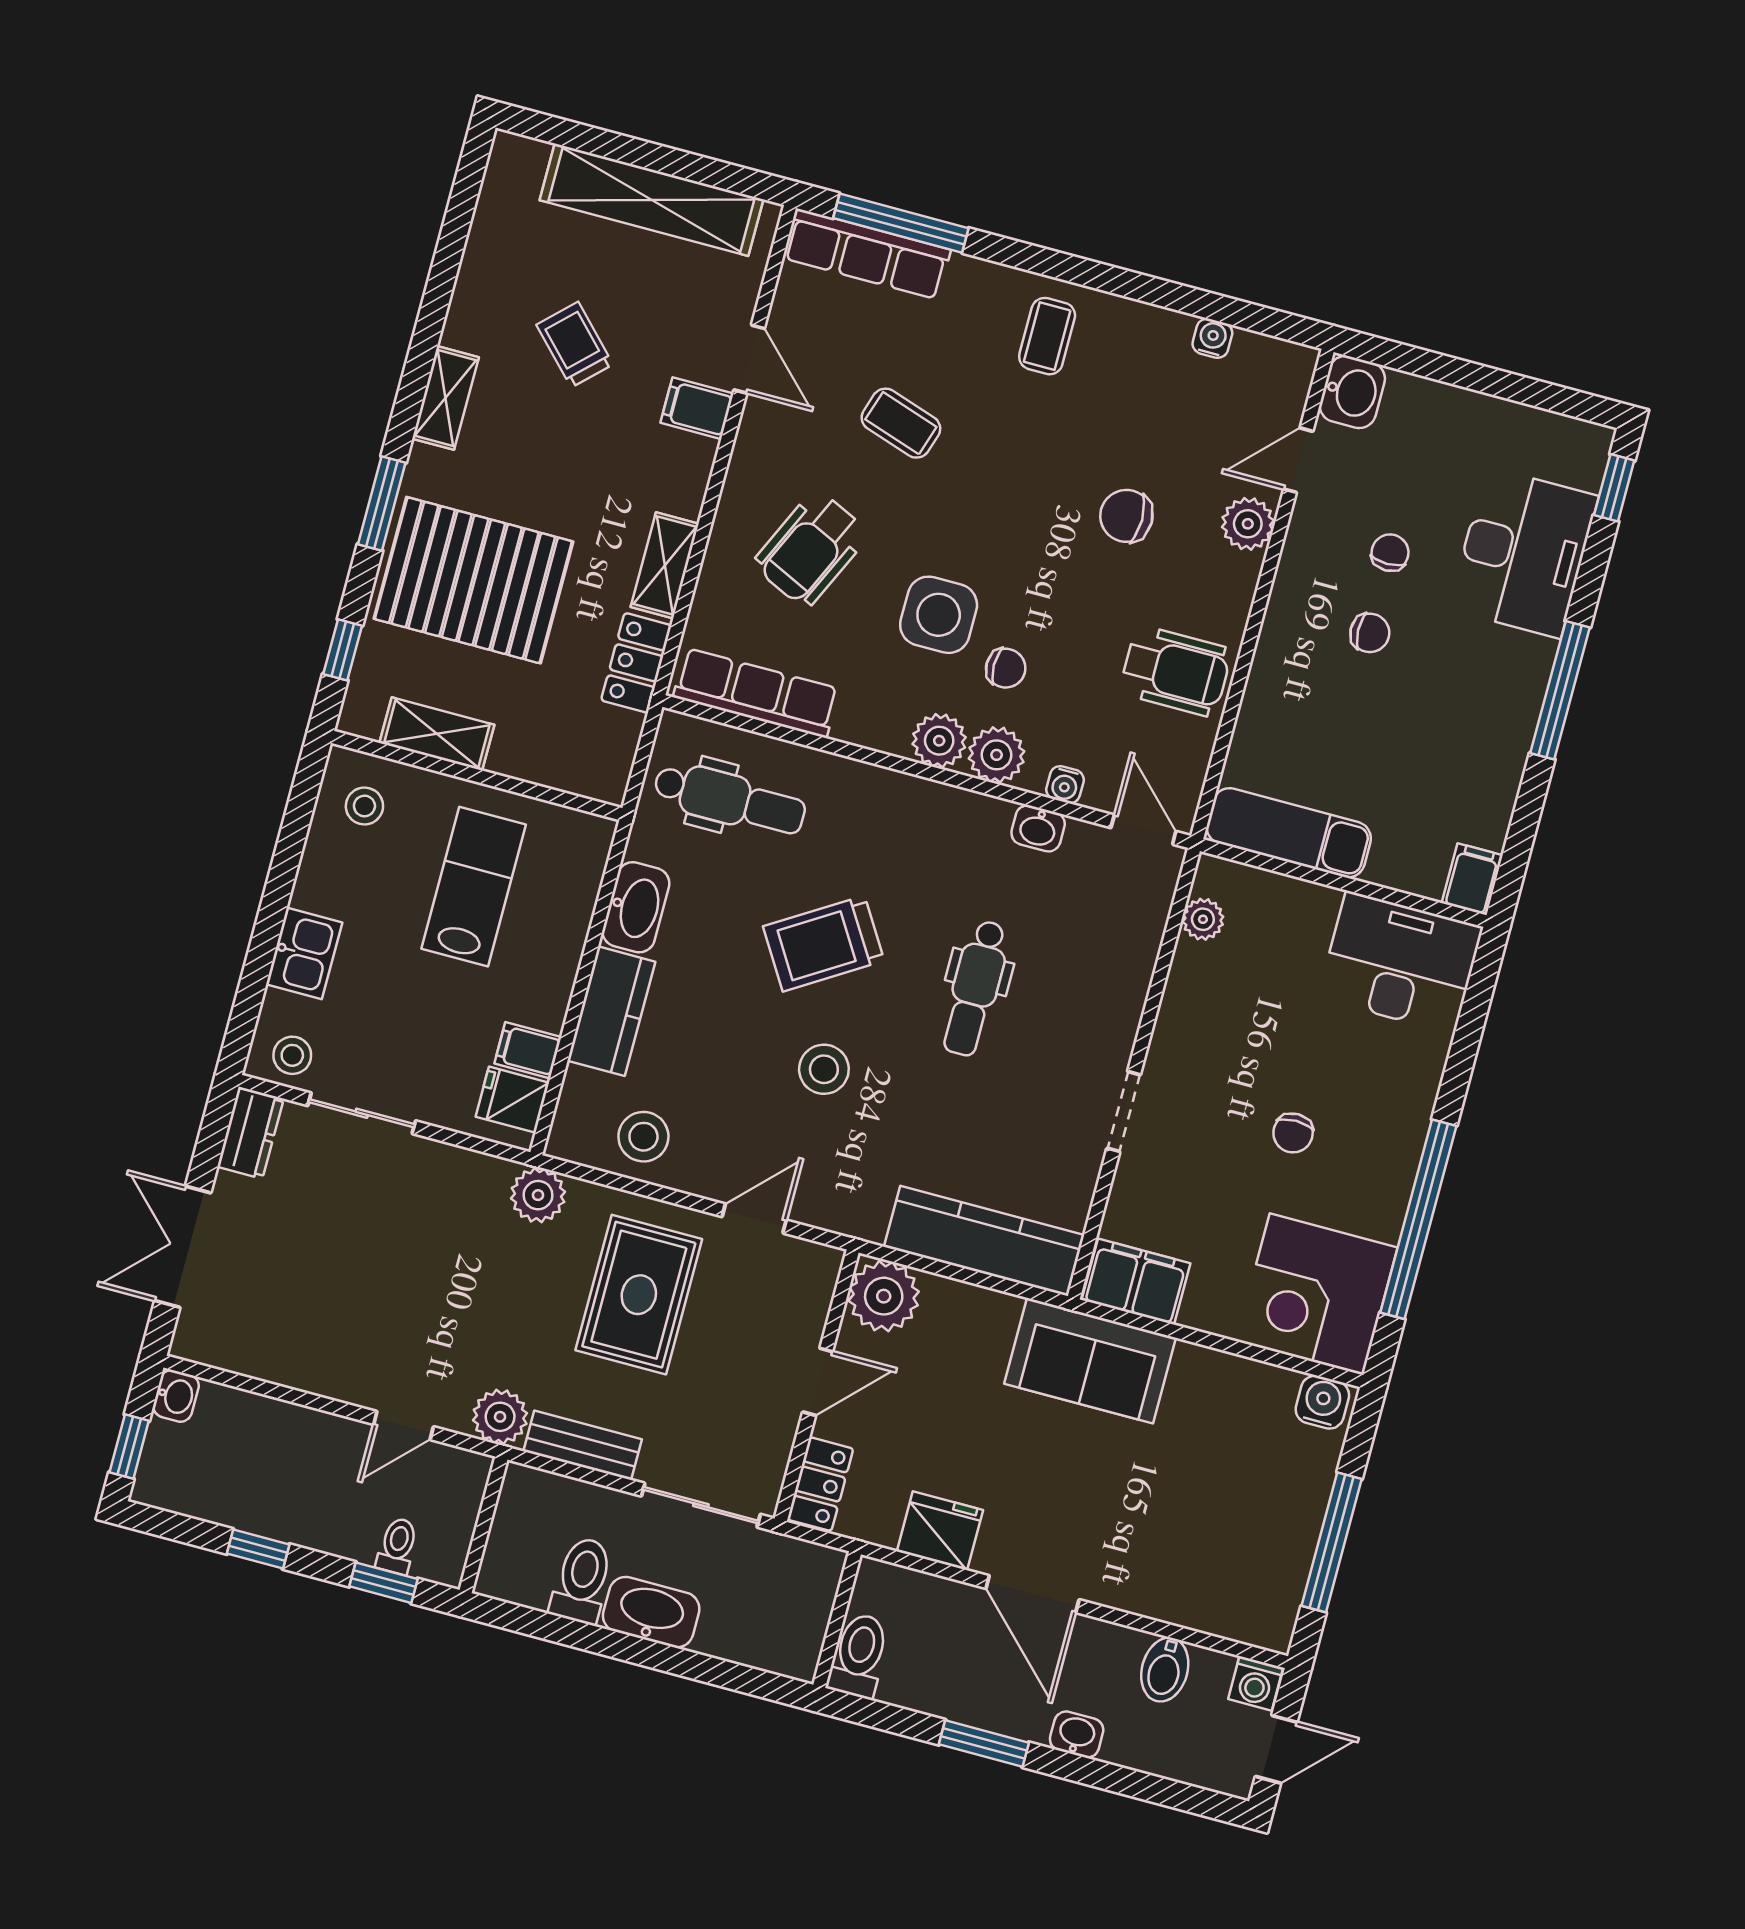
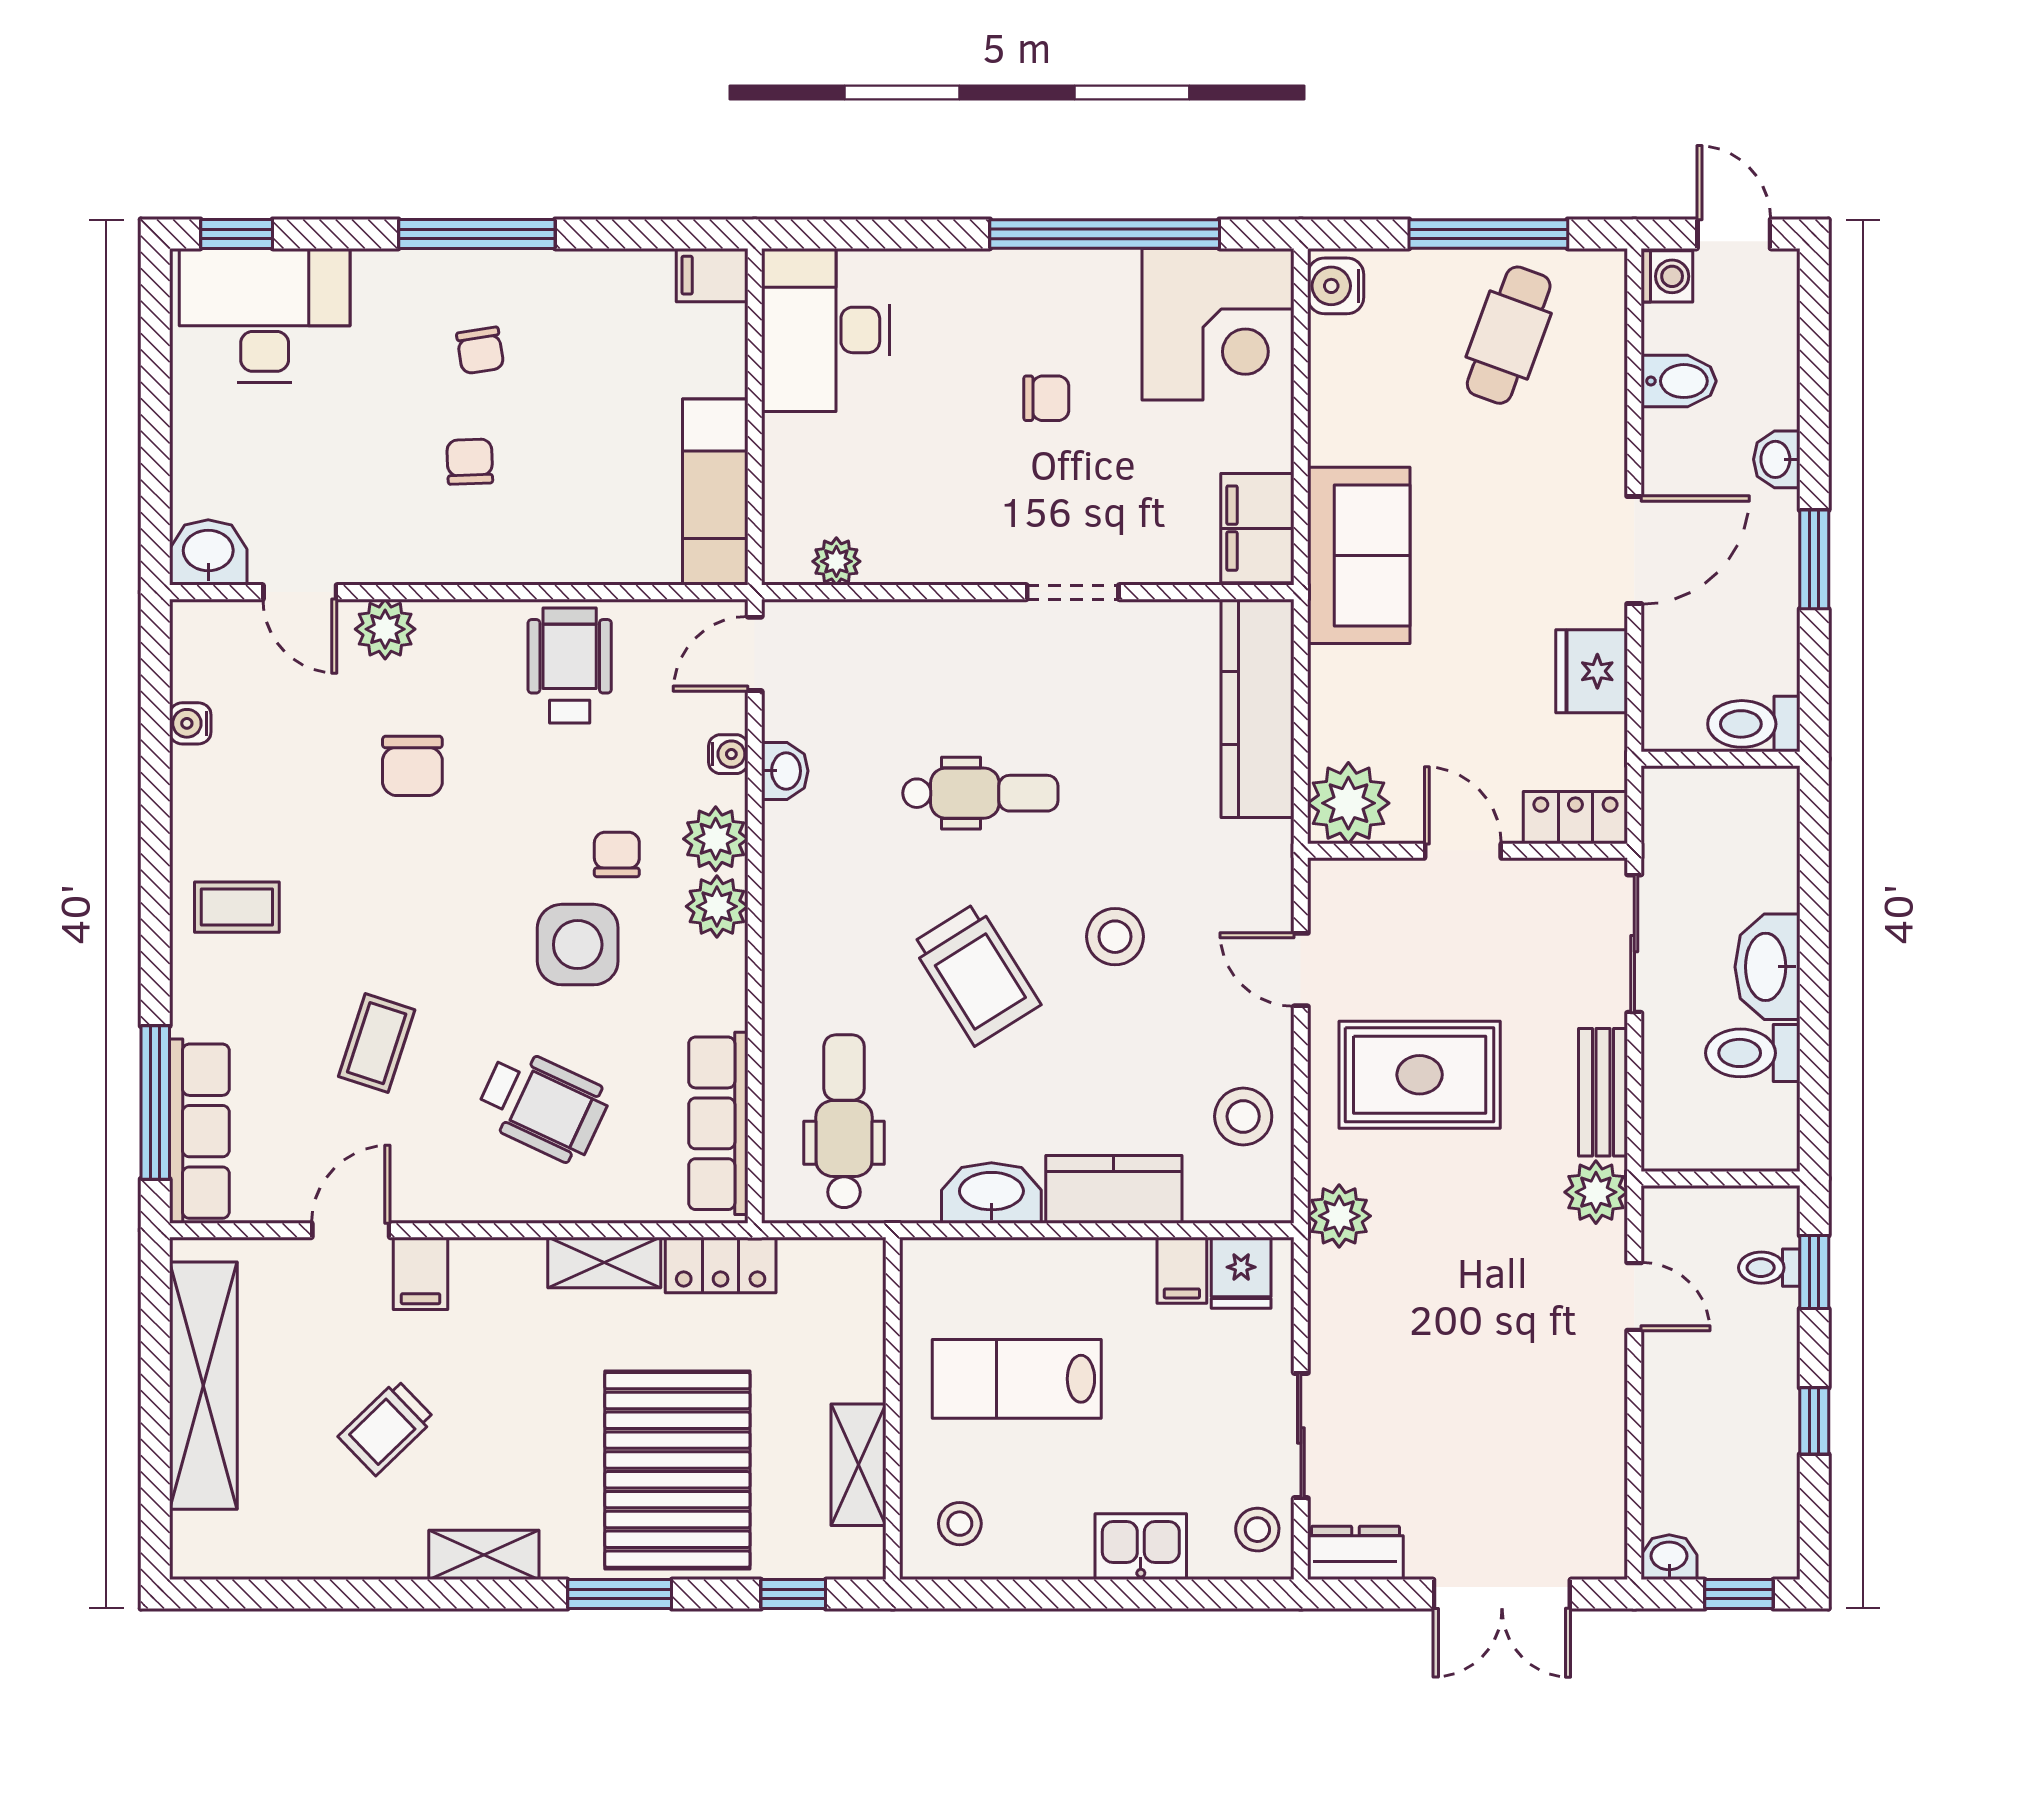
chair: (1390, 553) -> (480, 350), moved, turned -99
desk: (1523, 553) -> (265, 315), moved
cafe table: (1242, 1537) -> (1509, 335), added

